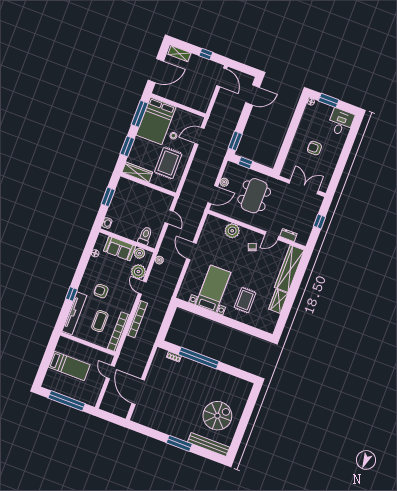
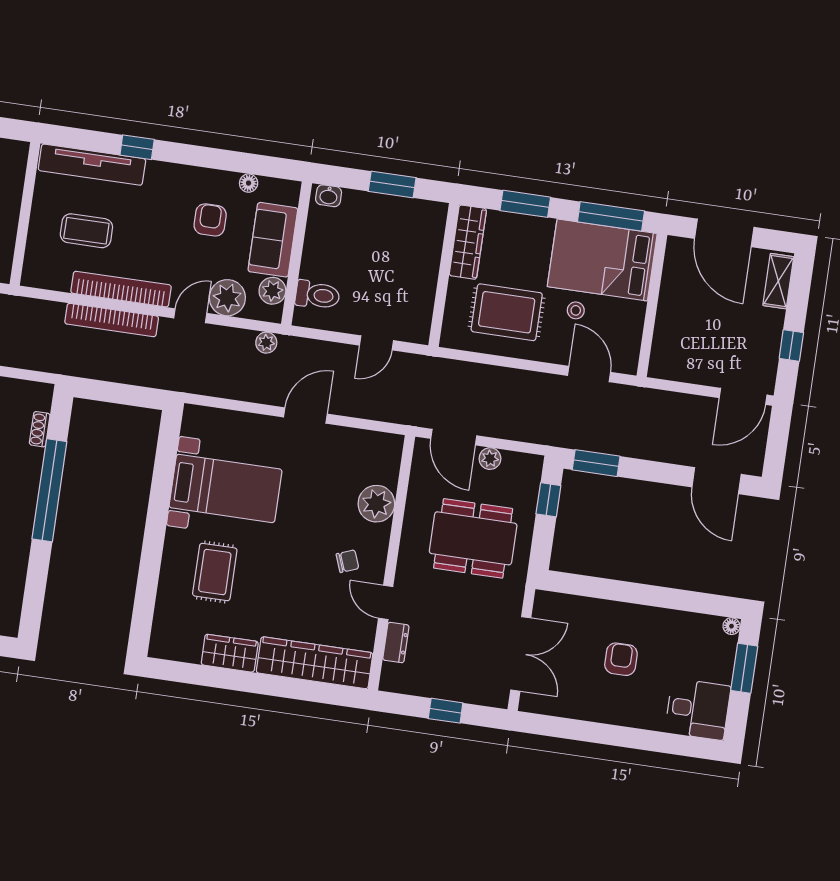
armchair: (101, 291) -> (210, 220), moved
rug: (245, 300) -> (215, 572), turned 90
bookcase: (118, 332) -> (121, 289), moved

